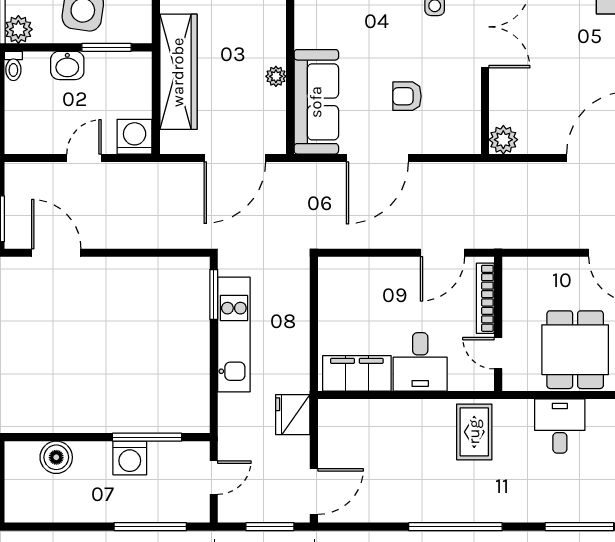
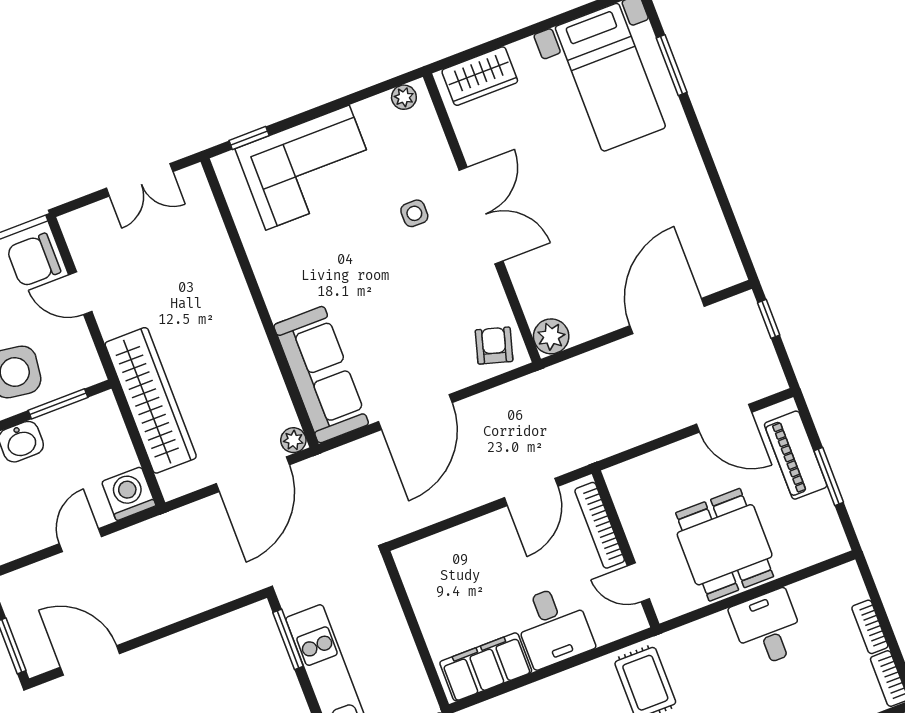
plant: (276, 76) -> (293, 440), moved
armchair: (407, 96) -> (494, 346), moved, turned 106
desk: (560, 426) -> (768, 628), moved

